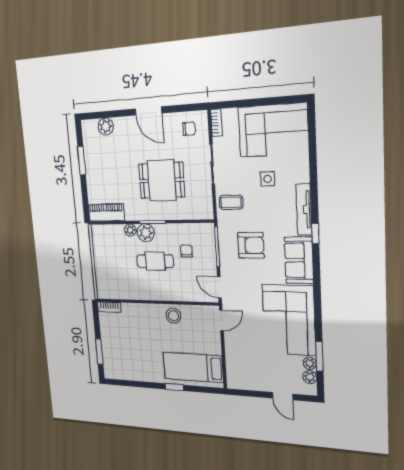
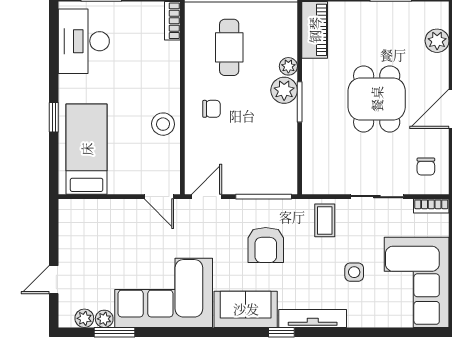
dining table: (162, 180) -> (377, 99), moved
chair: (186, 251) -> (212, 109), moved
cafe table: (155, 261) -> (229, 47), moved
desk: (126, 364) -> (84, 41), added

